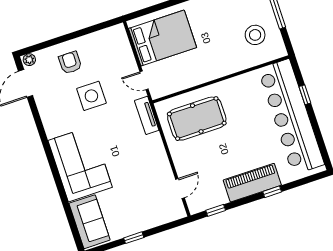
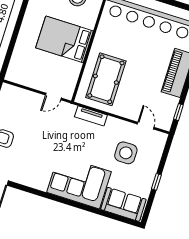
bed: (163, 38) -> (64, 39), moved, turned -90
side table: (91, 96) -> (126, 153), moved
tv unit: (147, 115) -> (91, 116), moved

